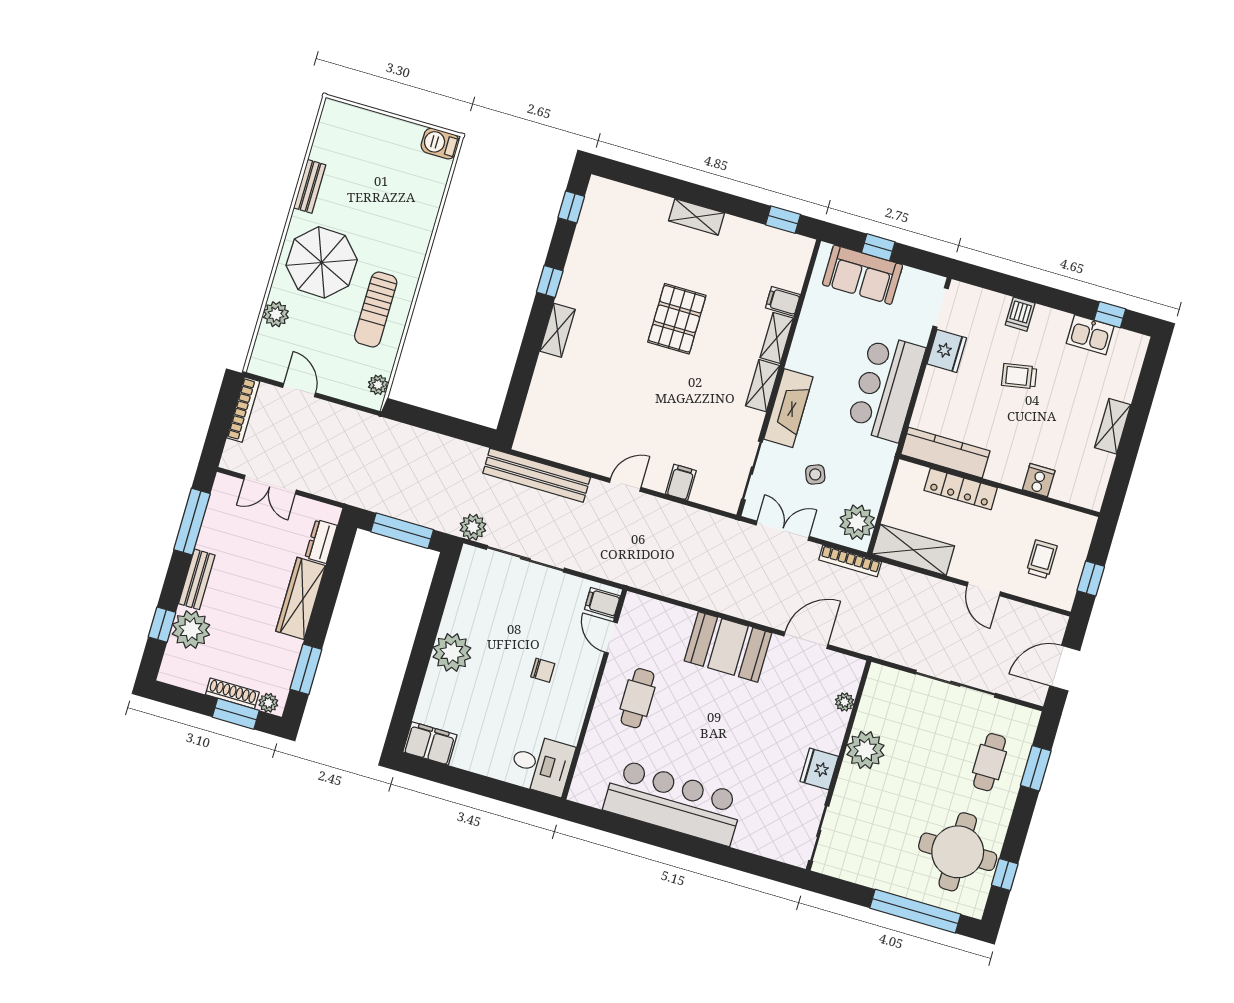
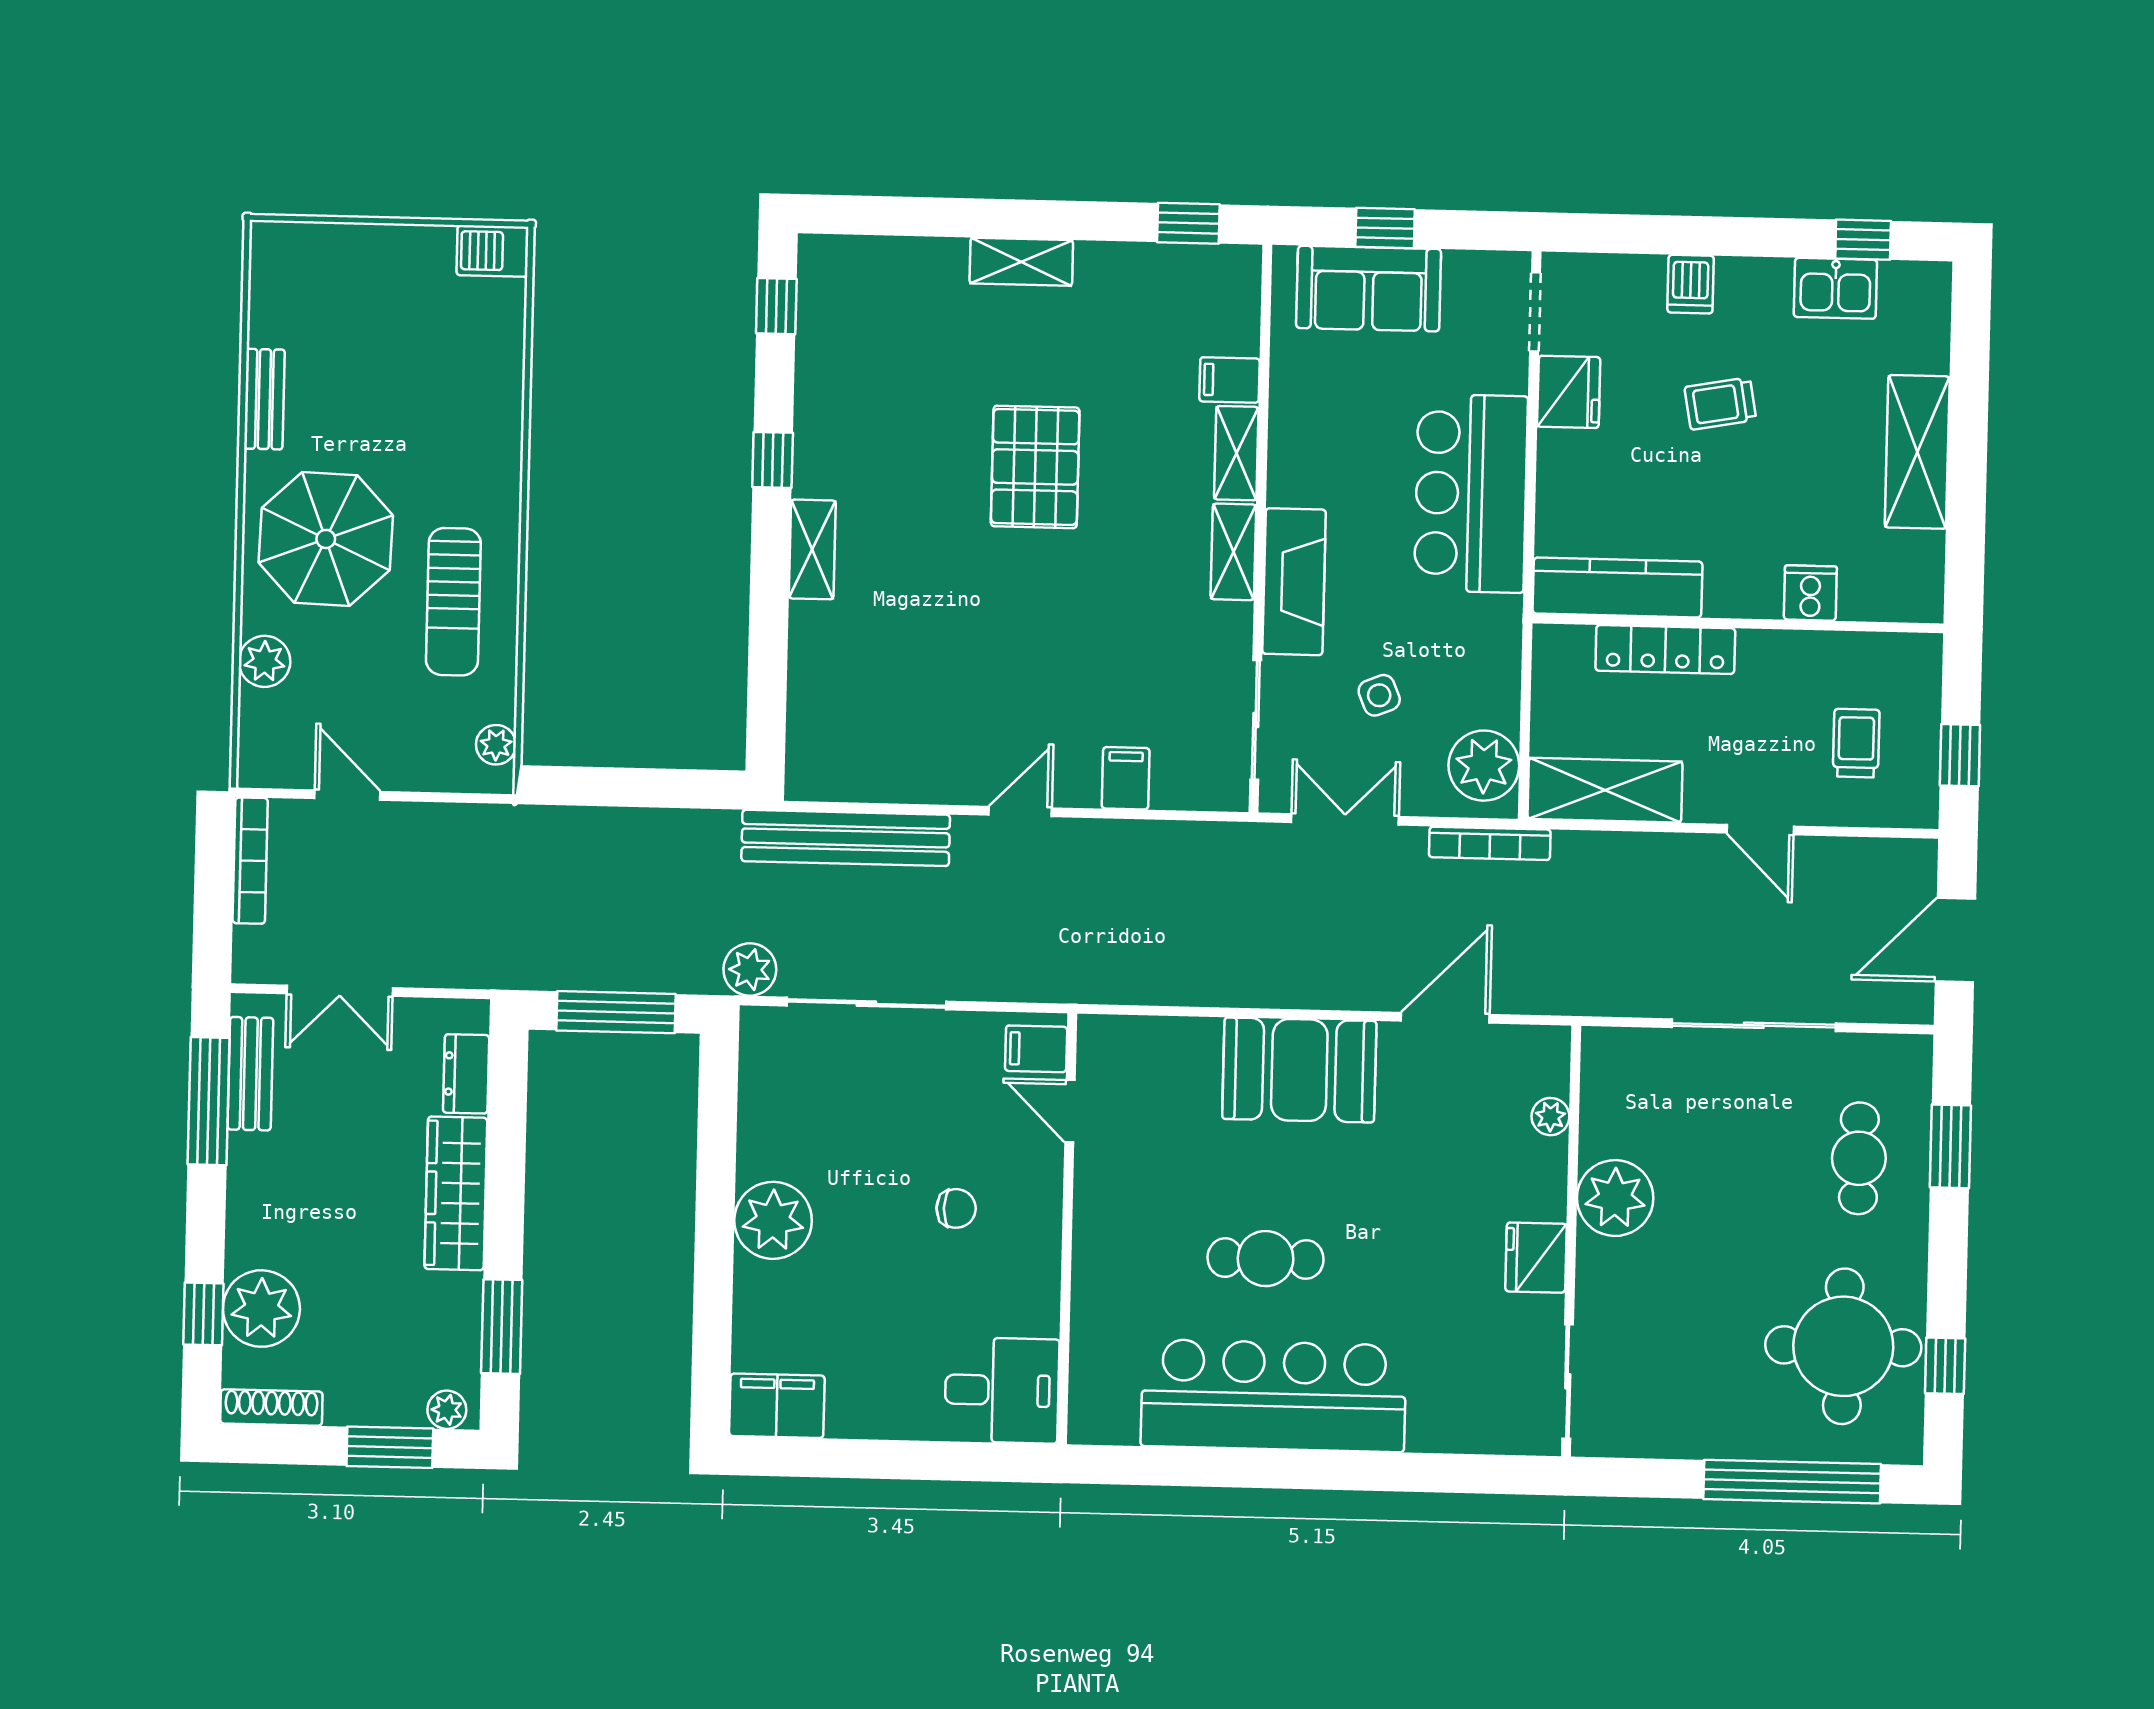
shelving: (1113, 426) -> (1917, 452), width x1.50, depth x1.33
bench: (197, 579) -> (250, 1074), moved
shoe rack: (232, 693) -> (271, 1408), moved
cafe table: (637, 698) -> (1266, 1259), moved, turned 90

